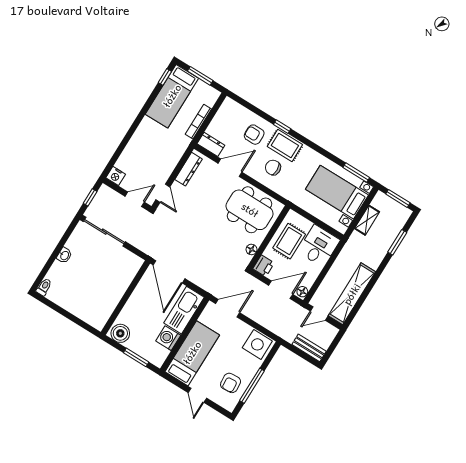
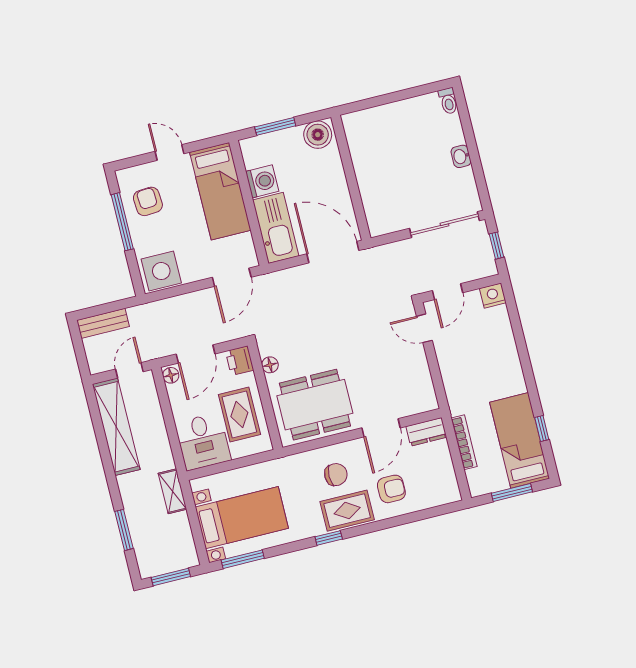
window: (165, 77) -> (542, 429), moved
window: (282, 127) -> (329, 538), moved
dresser: (189, 169) -> (423, 381), removed
shelving: (367, 220) -> (172, 491), moved

